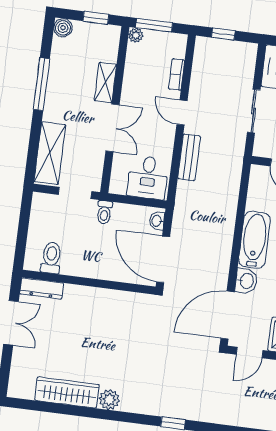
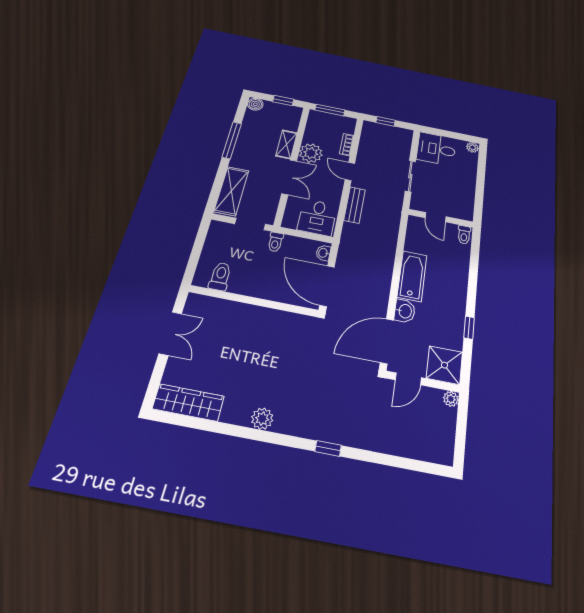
plant: (136, 35) -> (311, 153), moved, width x1.87, depth x1.87
dresser: (42, 288) -> (207, 303), removed
wardrobe: (67, 392) -> (188, 403), moved

